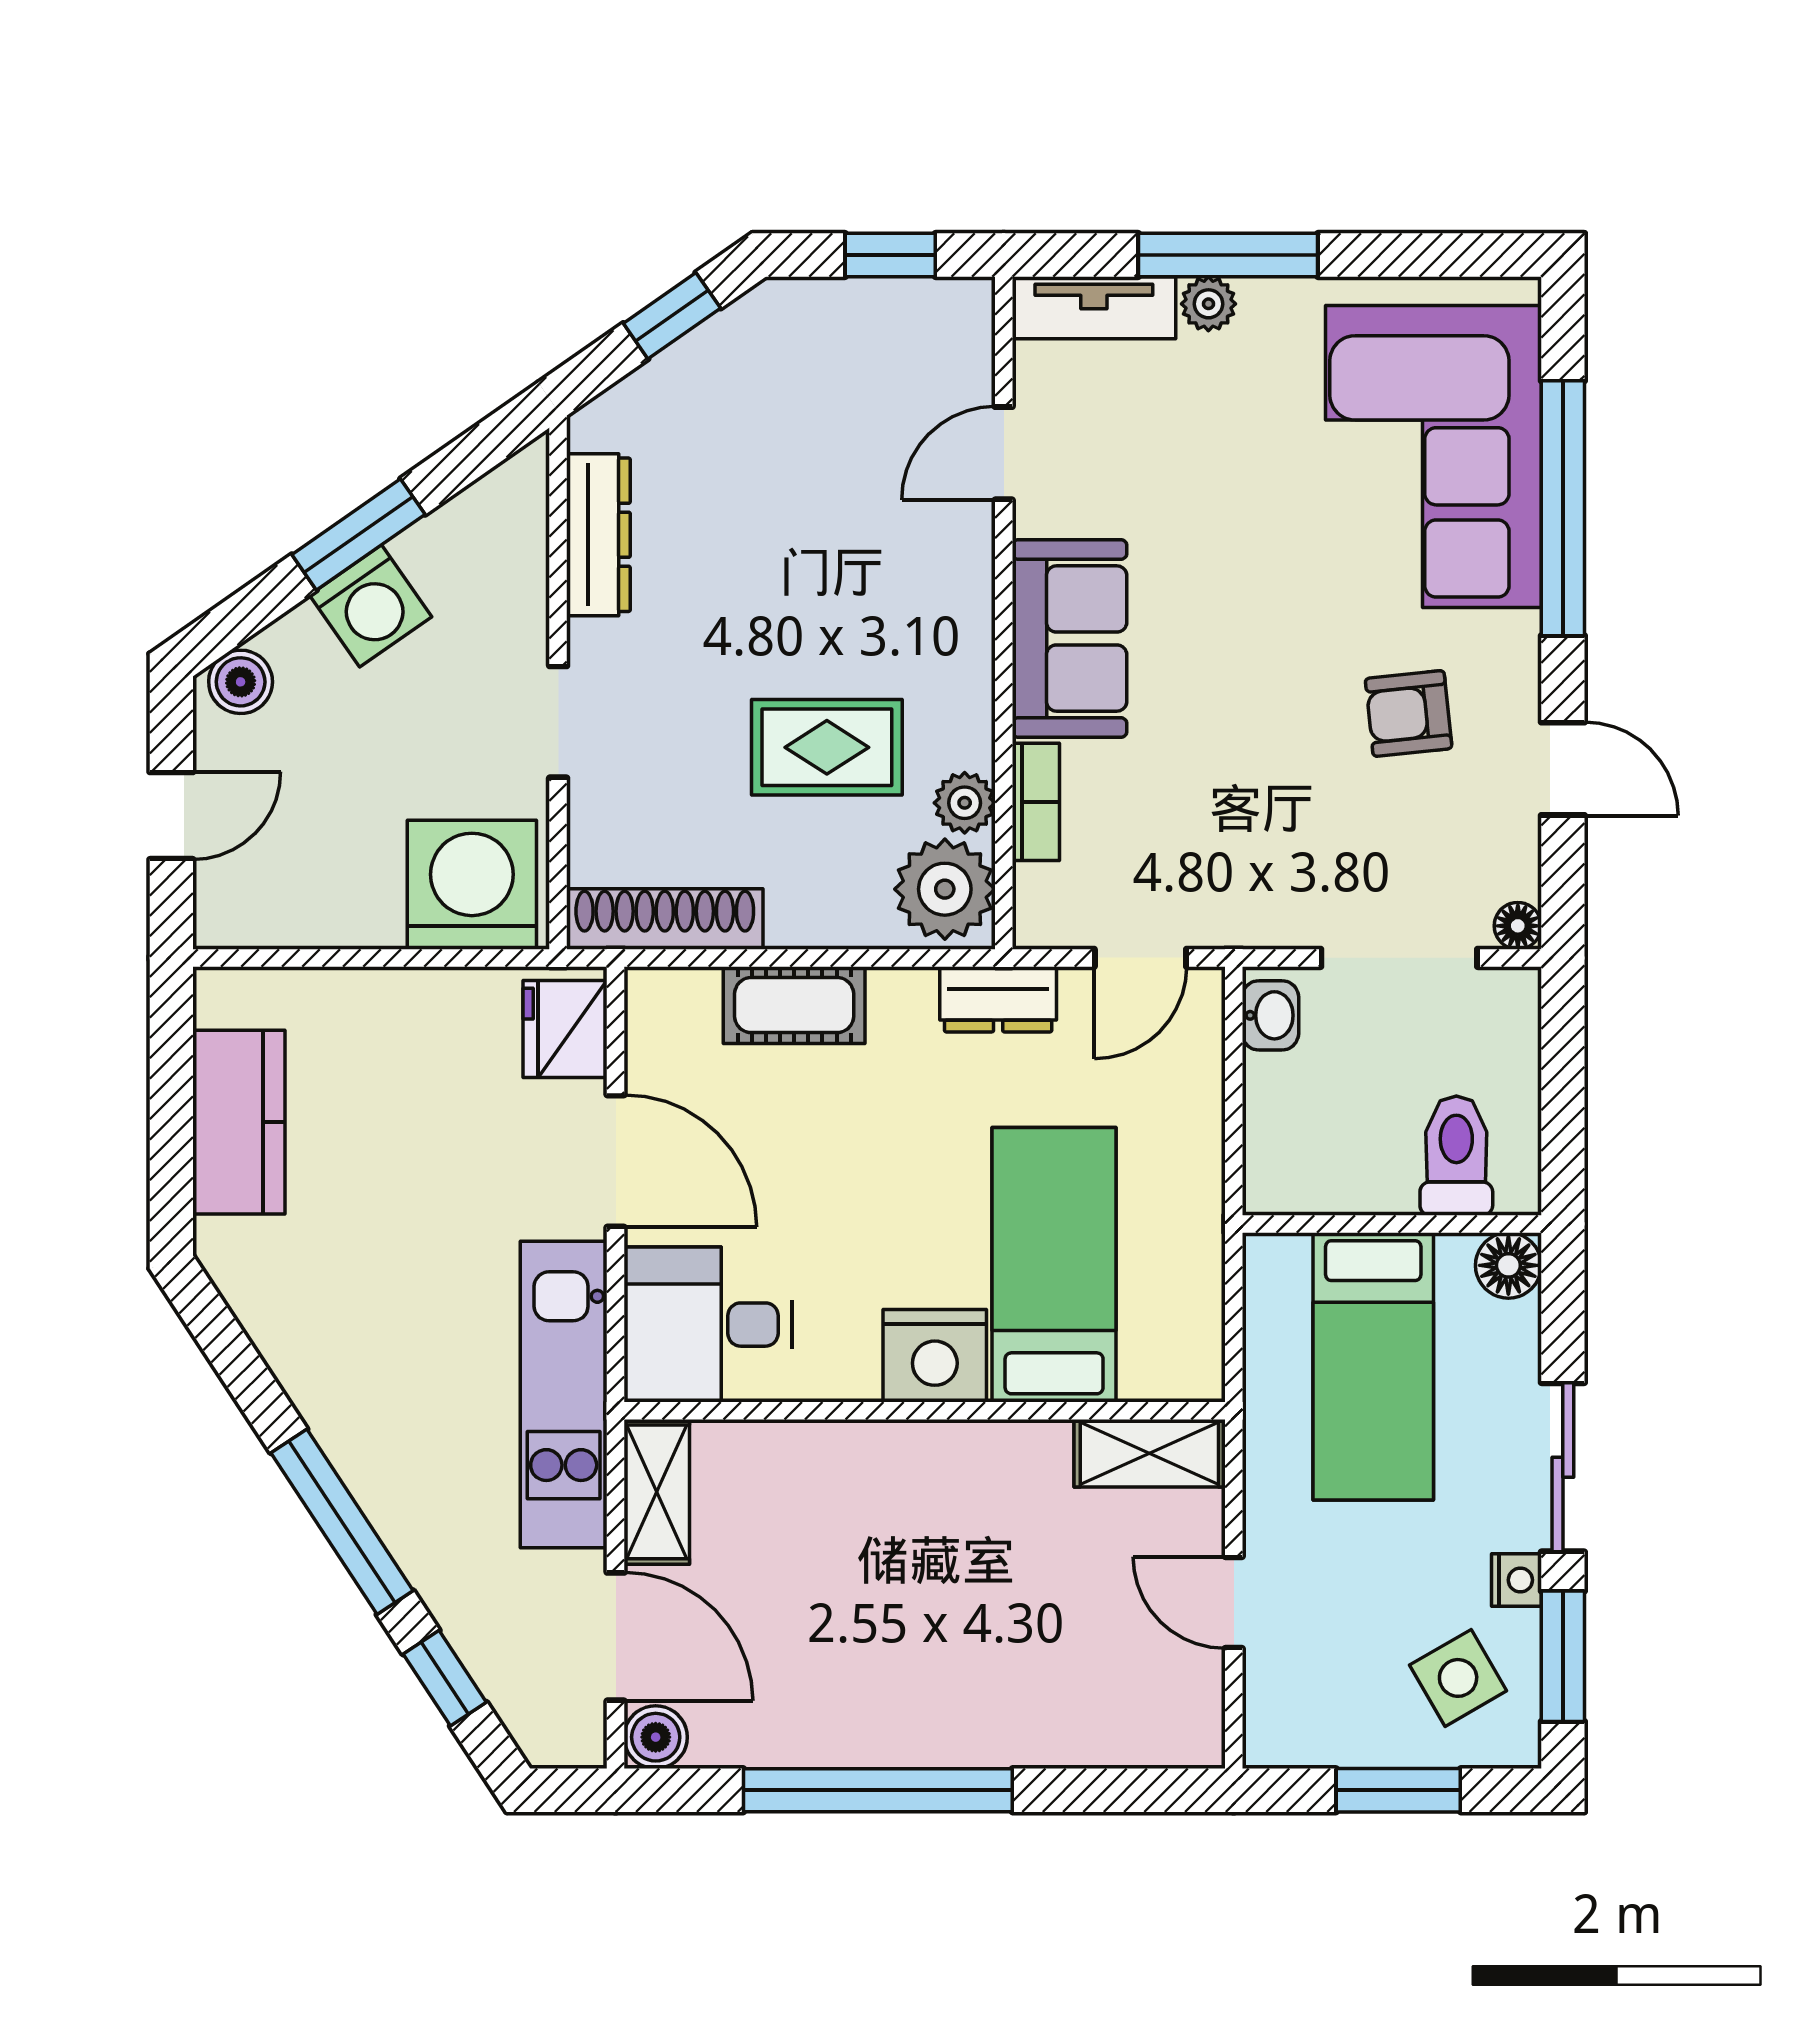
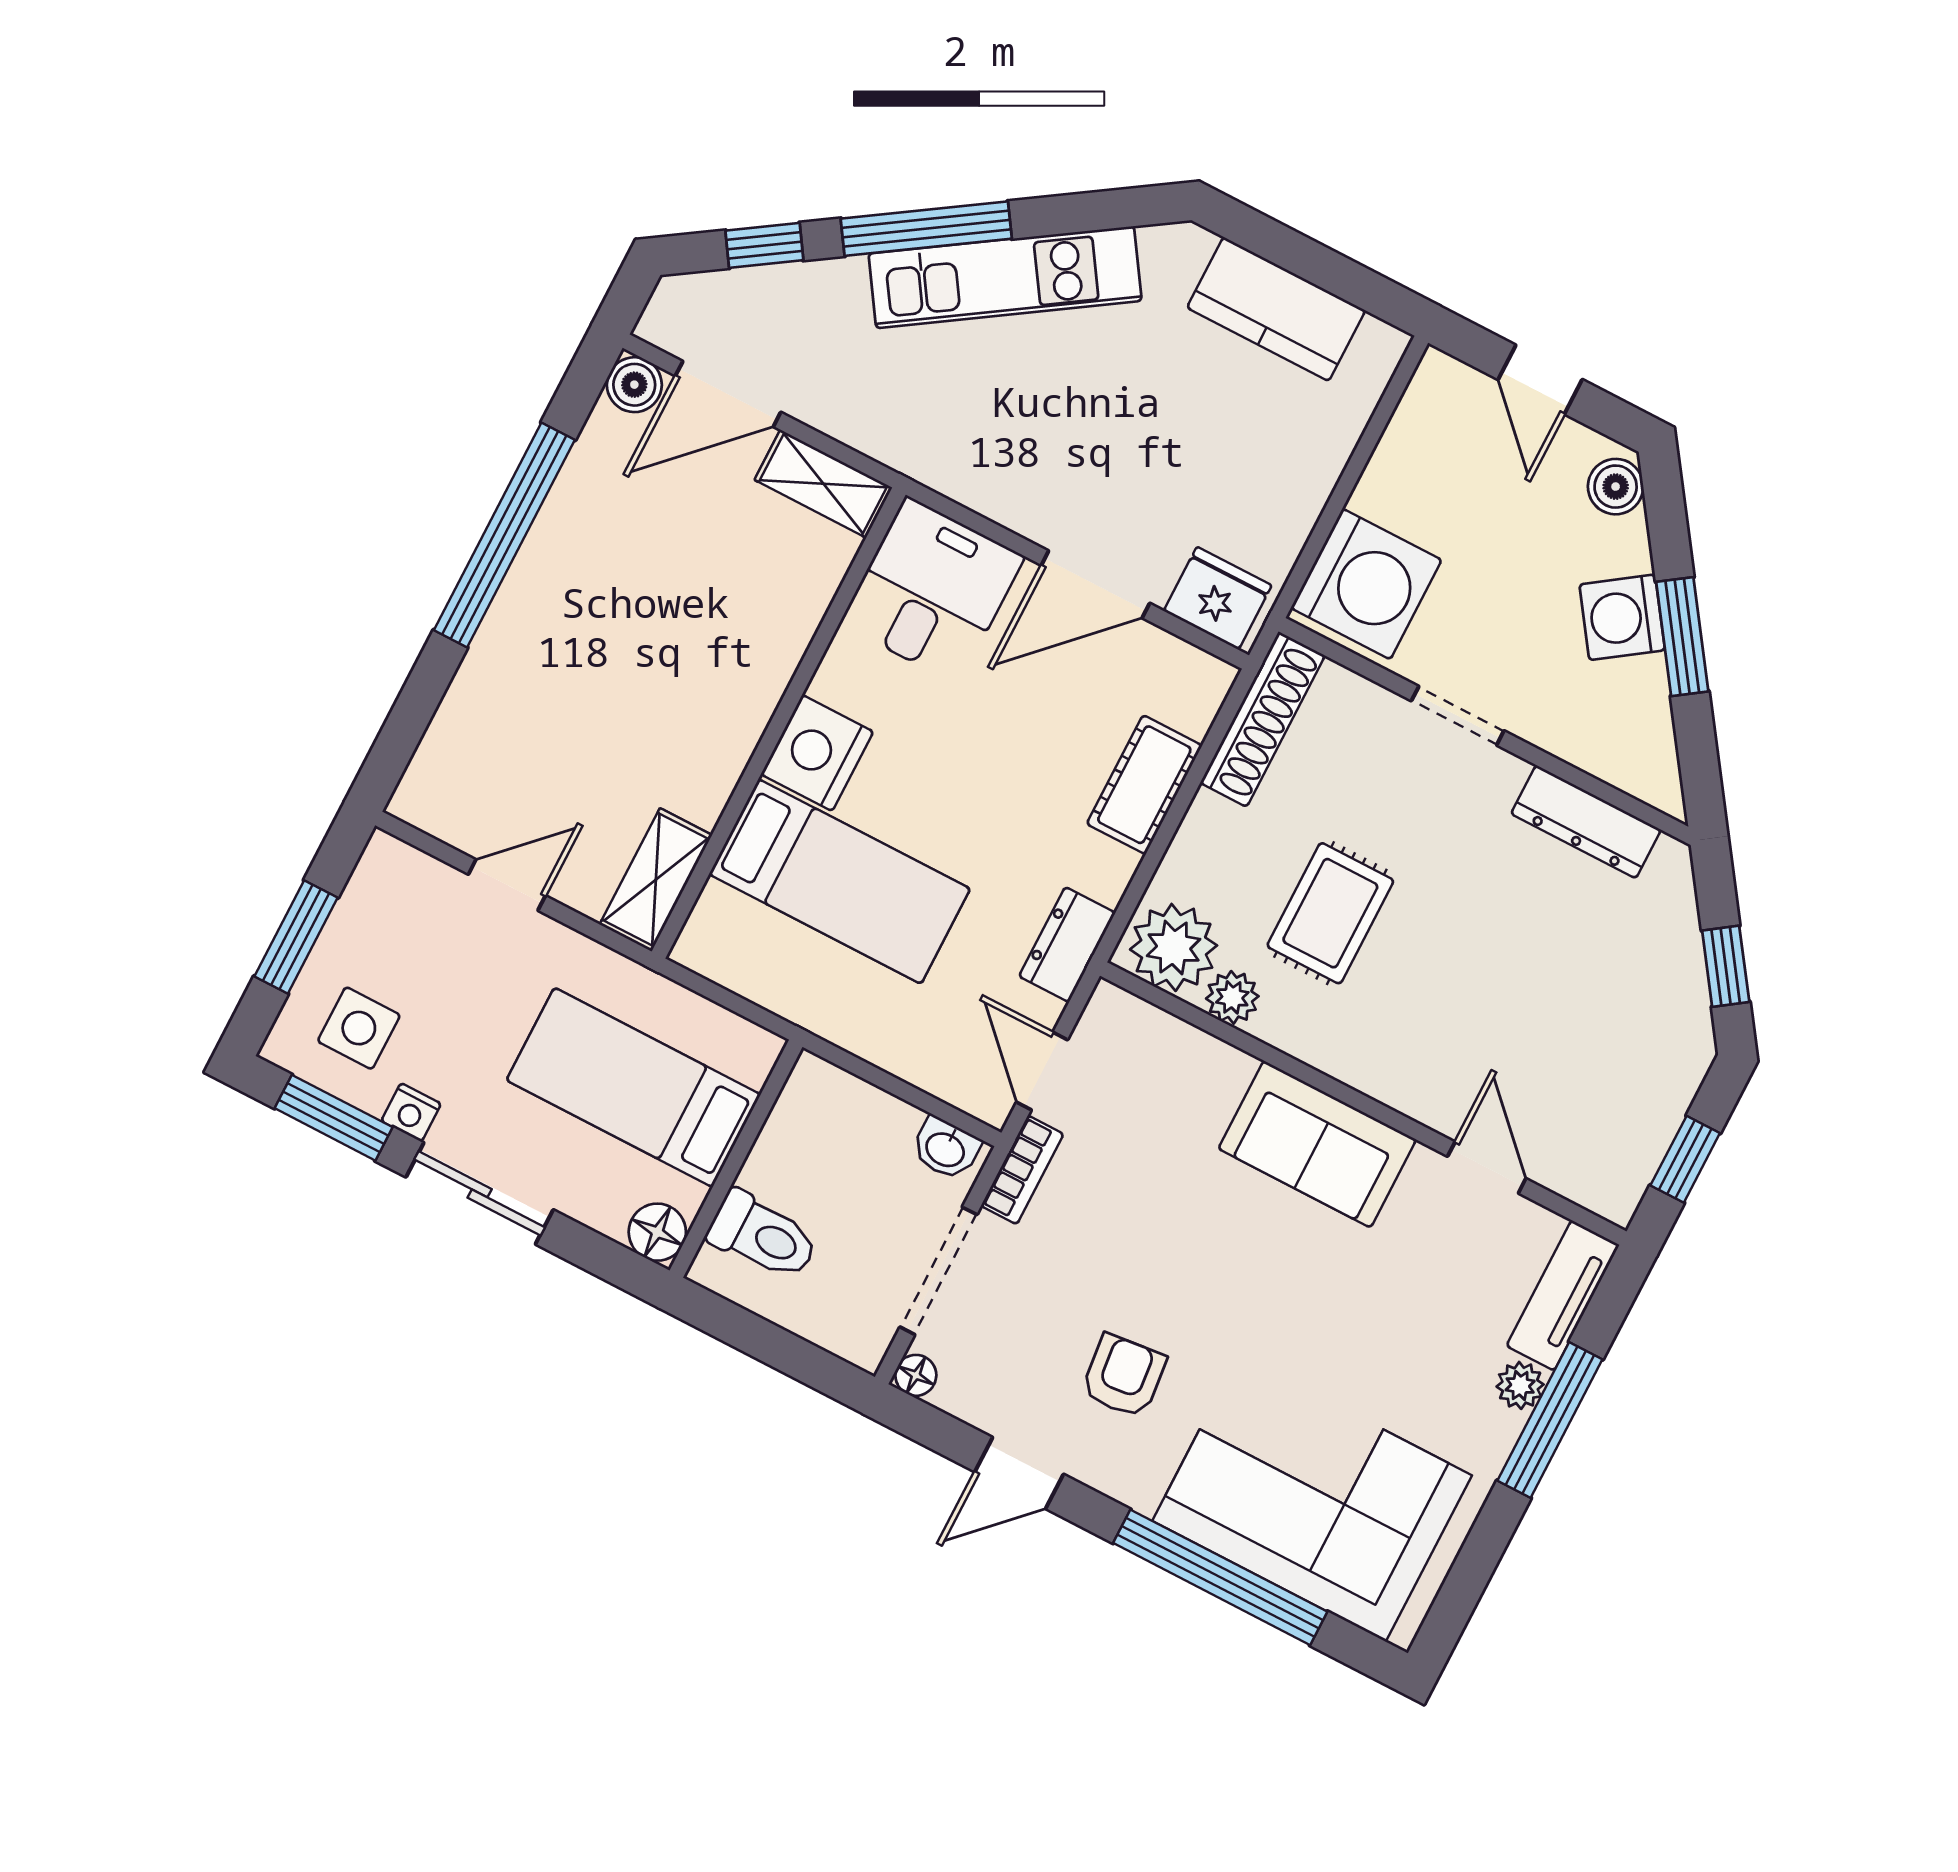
bookcase: (1036, 802) -> (1022, 1170), moved, turned -90
kitchen unit: (564, 1395) -> (1005, 277), moved, turned 147
side table: (1458, 1678) -> (359, 1028), turned 30

